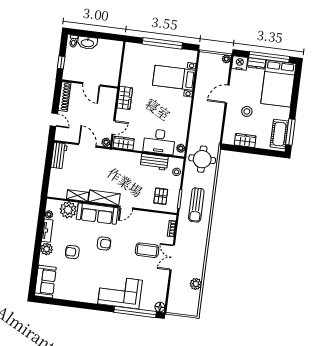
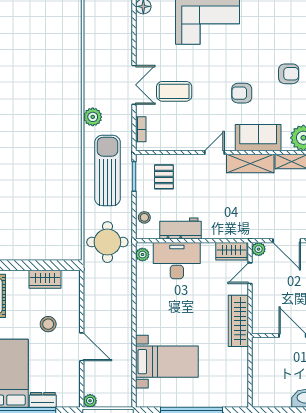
nightstand: (240, 63) -> (69, 397), removed
door: (227, 94) -> (82, 347), hinge flipped
wardrobe: (125, 98) -> (238, 321), width x1.50
sun lounger: (196, 205) -> (107, 170), width x1.36, depth x1.34
sofa: (97, 214) -> (258, 138), width x0.73
plant: (196, 284) -> (93, 117), moved

